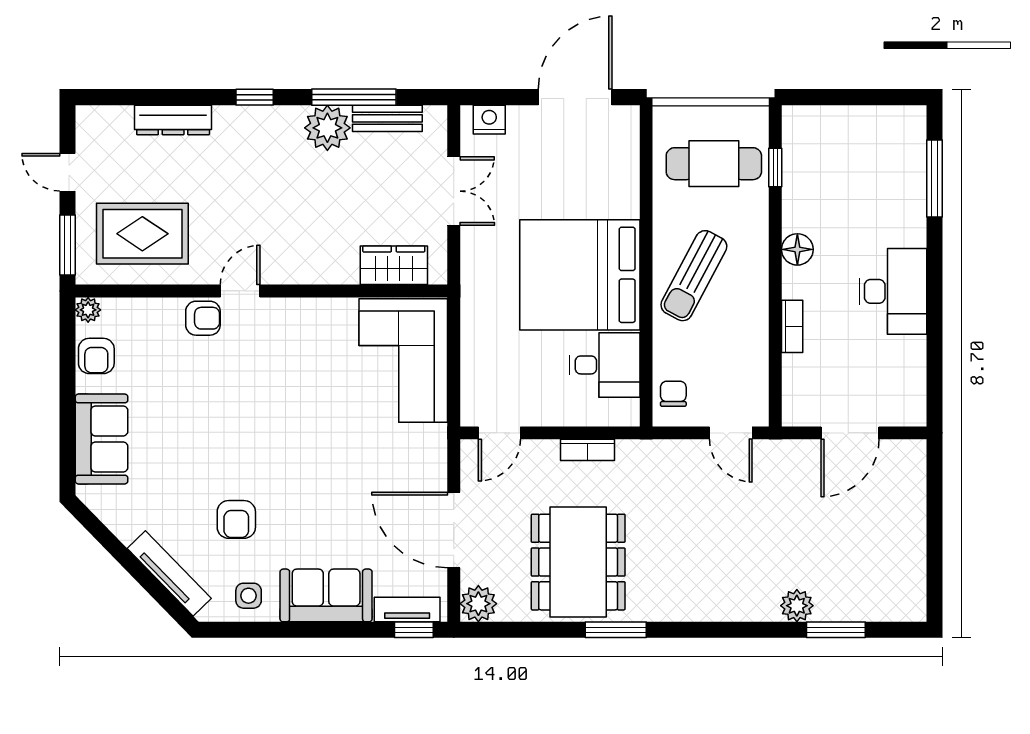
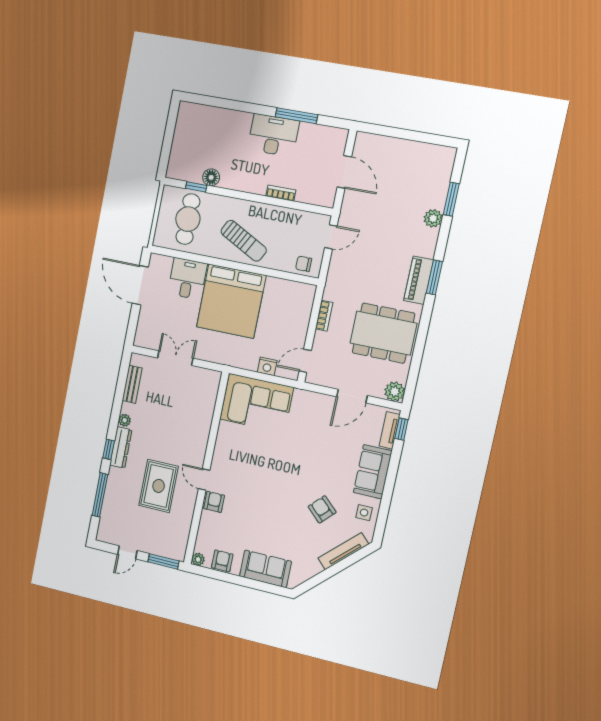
window: (354, 97) -> (100, 495), moved
dresser: (173, 120) -> (121, 447), moved
nightstand: (489, 120) -> (267, 366), moved, turned -90
plant: (327, 128) -> (125, 420), width x0.53, depth x0.53
window: (934, 178) -> (296, 116), moved
rug: (142, 234) -> (159, 486), moved
floor lamp: (797, 249) -> (211, 177), moved
wardrobe: (394, 265) -> (207, 397), removed
armchair: (96, 356) -> (222, 561), turned -90
desk: (605, 365) -> (187, 279), moved
door: (499, 433) -> (305, 361), swing flipped
armchair: (236, 519) -> (322, 509), turned -136
door: (454, 530) -> (352, 396), width x0.73
piano: (684, 604) -> (419, 280), added
window: (616, 630) -> (434, 277), moved

